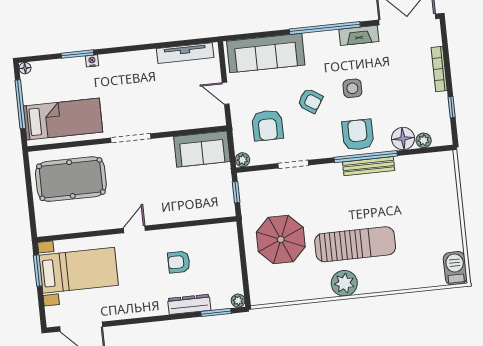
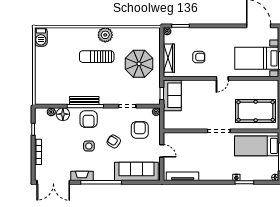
sofa: (202, 149) -> (172, 95), moved, turned 90
sun lounger: (355, 244) -> (97, 57), width x0.73, depth x0.75
wardrobe: (230, 255) -> (169, 58), added
dresser: (189, 304) -> (195, 32), removed

